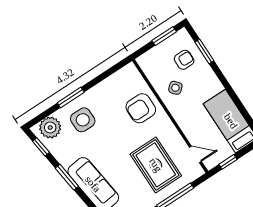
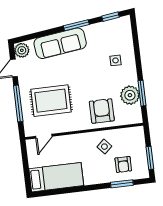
window: (71, 98) -> (142, 93), moved
side table: (83, 120) -> (115, 60), width x0.54, depth x0.54
plant: (50, 128) -> (130, 95), moved
window: (228, 162) -> (25, 159), removed

